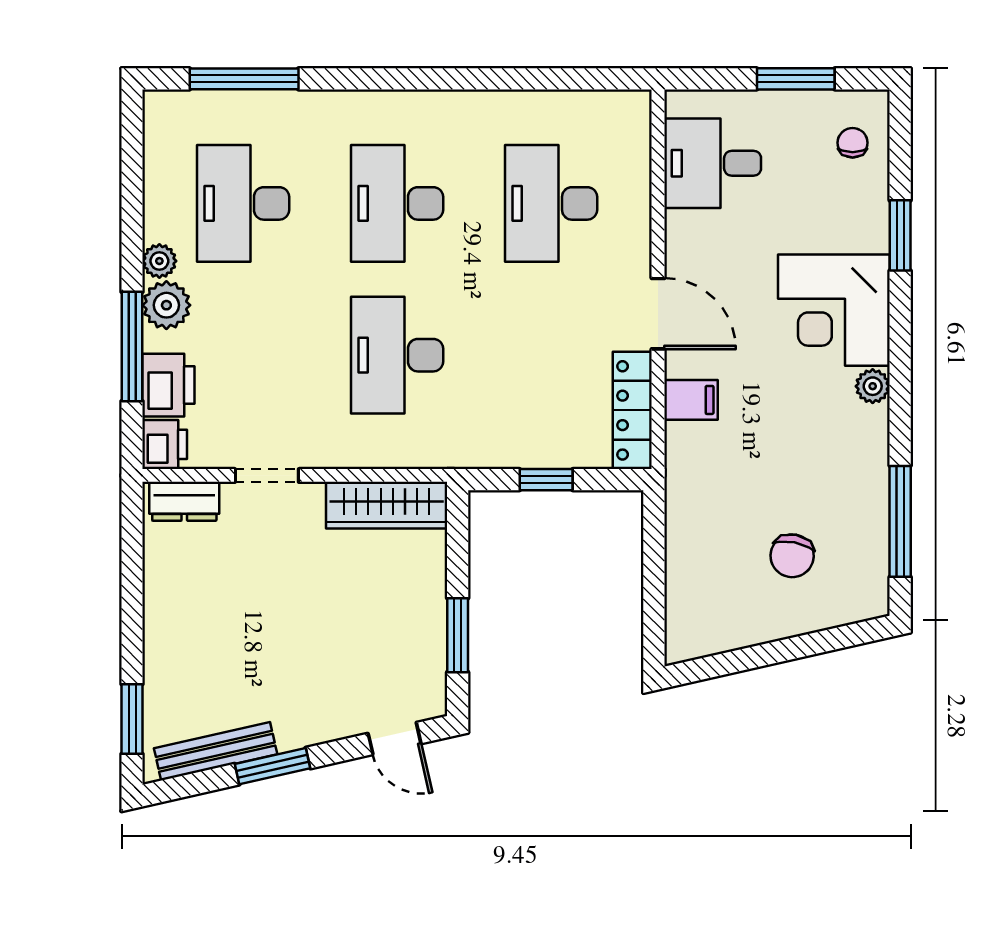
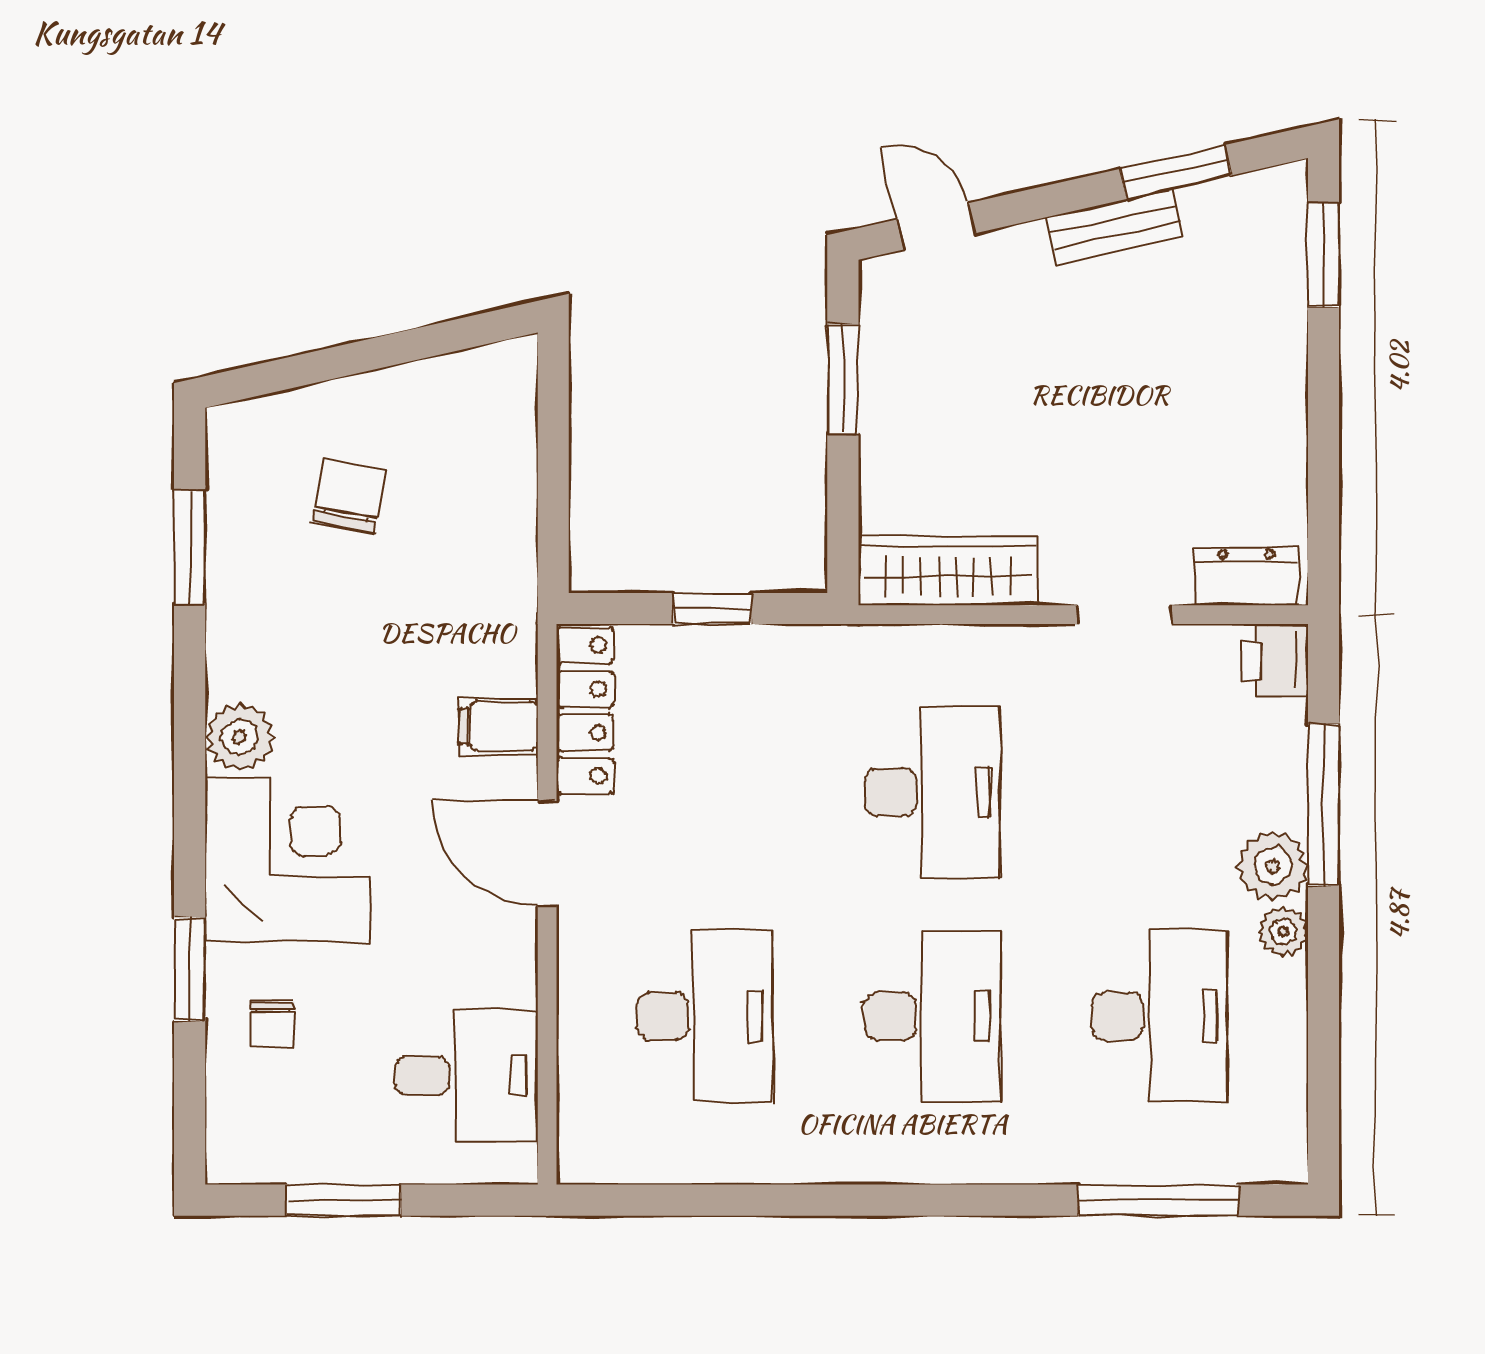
chair: (853, 143) -> (272, 1024), moved
printer: (168, 385) -> (1270, 748), removed
plant: (873, 386) -> (240, 737), width x1.38, depth x1.38
window: (900, 521) -> (190, 547), width x0.69
bench: (216, 751) -> (1114, 227), moved, width x0.73
window: (272, 766) -> (1176, 172), moved

